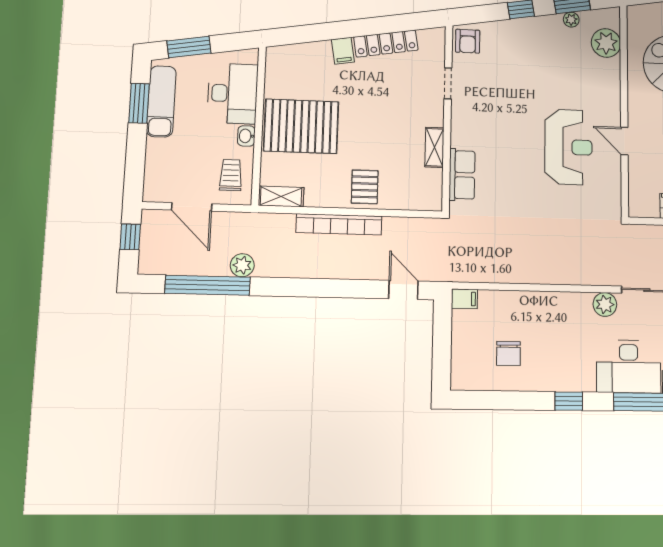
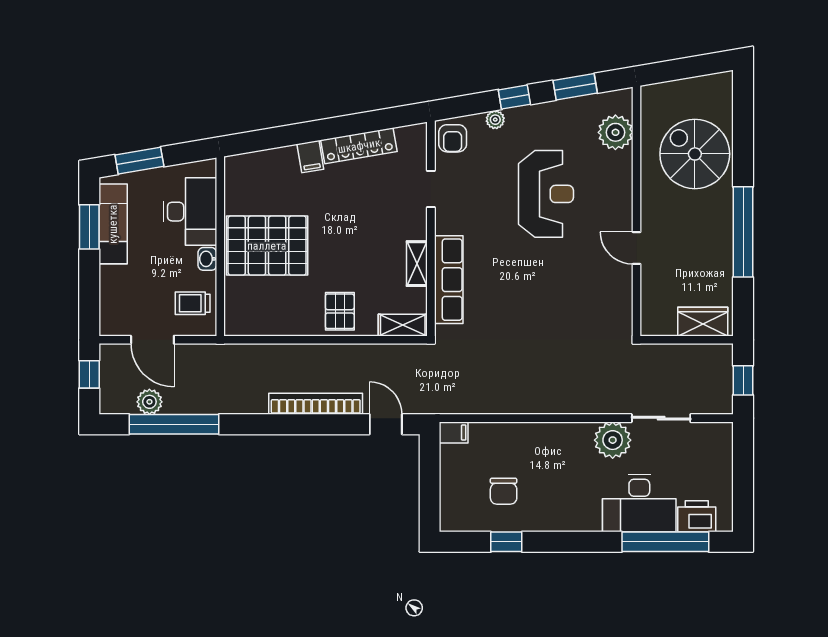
plant: (571, 20) -> (495, 120), moved
reception desk: (568, 147) -> (546, 194), moved
trolley: (231, 175) -> (193, 303), turned -90
row of seats: (462, 175) -> (449, 280), width x1.48
shelving: (281, 196) -> (403, 325), moved
bookcase: (339, 224) -> (316, 404), moved, turned 180
plant: (242, 265) -> (149, 402), moved
plant: (605, 304) -> (613, 440), width x1.36, depth x1.36
window: (569, 401) -> (506, 542), moved

